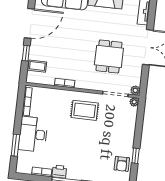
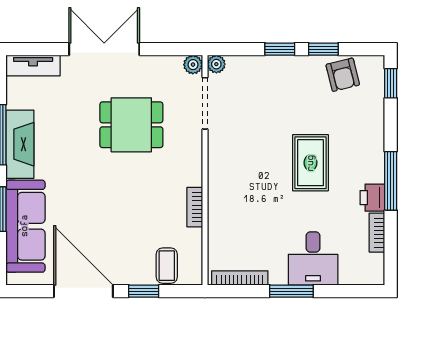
rug: (85, 110) -> (311, 163), moved
desk: (33, 134) -> (313, 259), width x0.73
window: (138, 134) -> (280, 49), added
window: (15, 145) -> (291, 291), moved
armchair: (122, 164) -> (343, 75), turned 76

